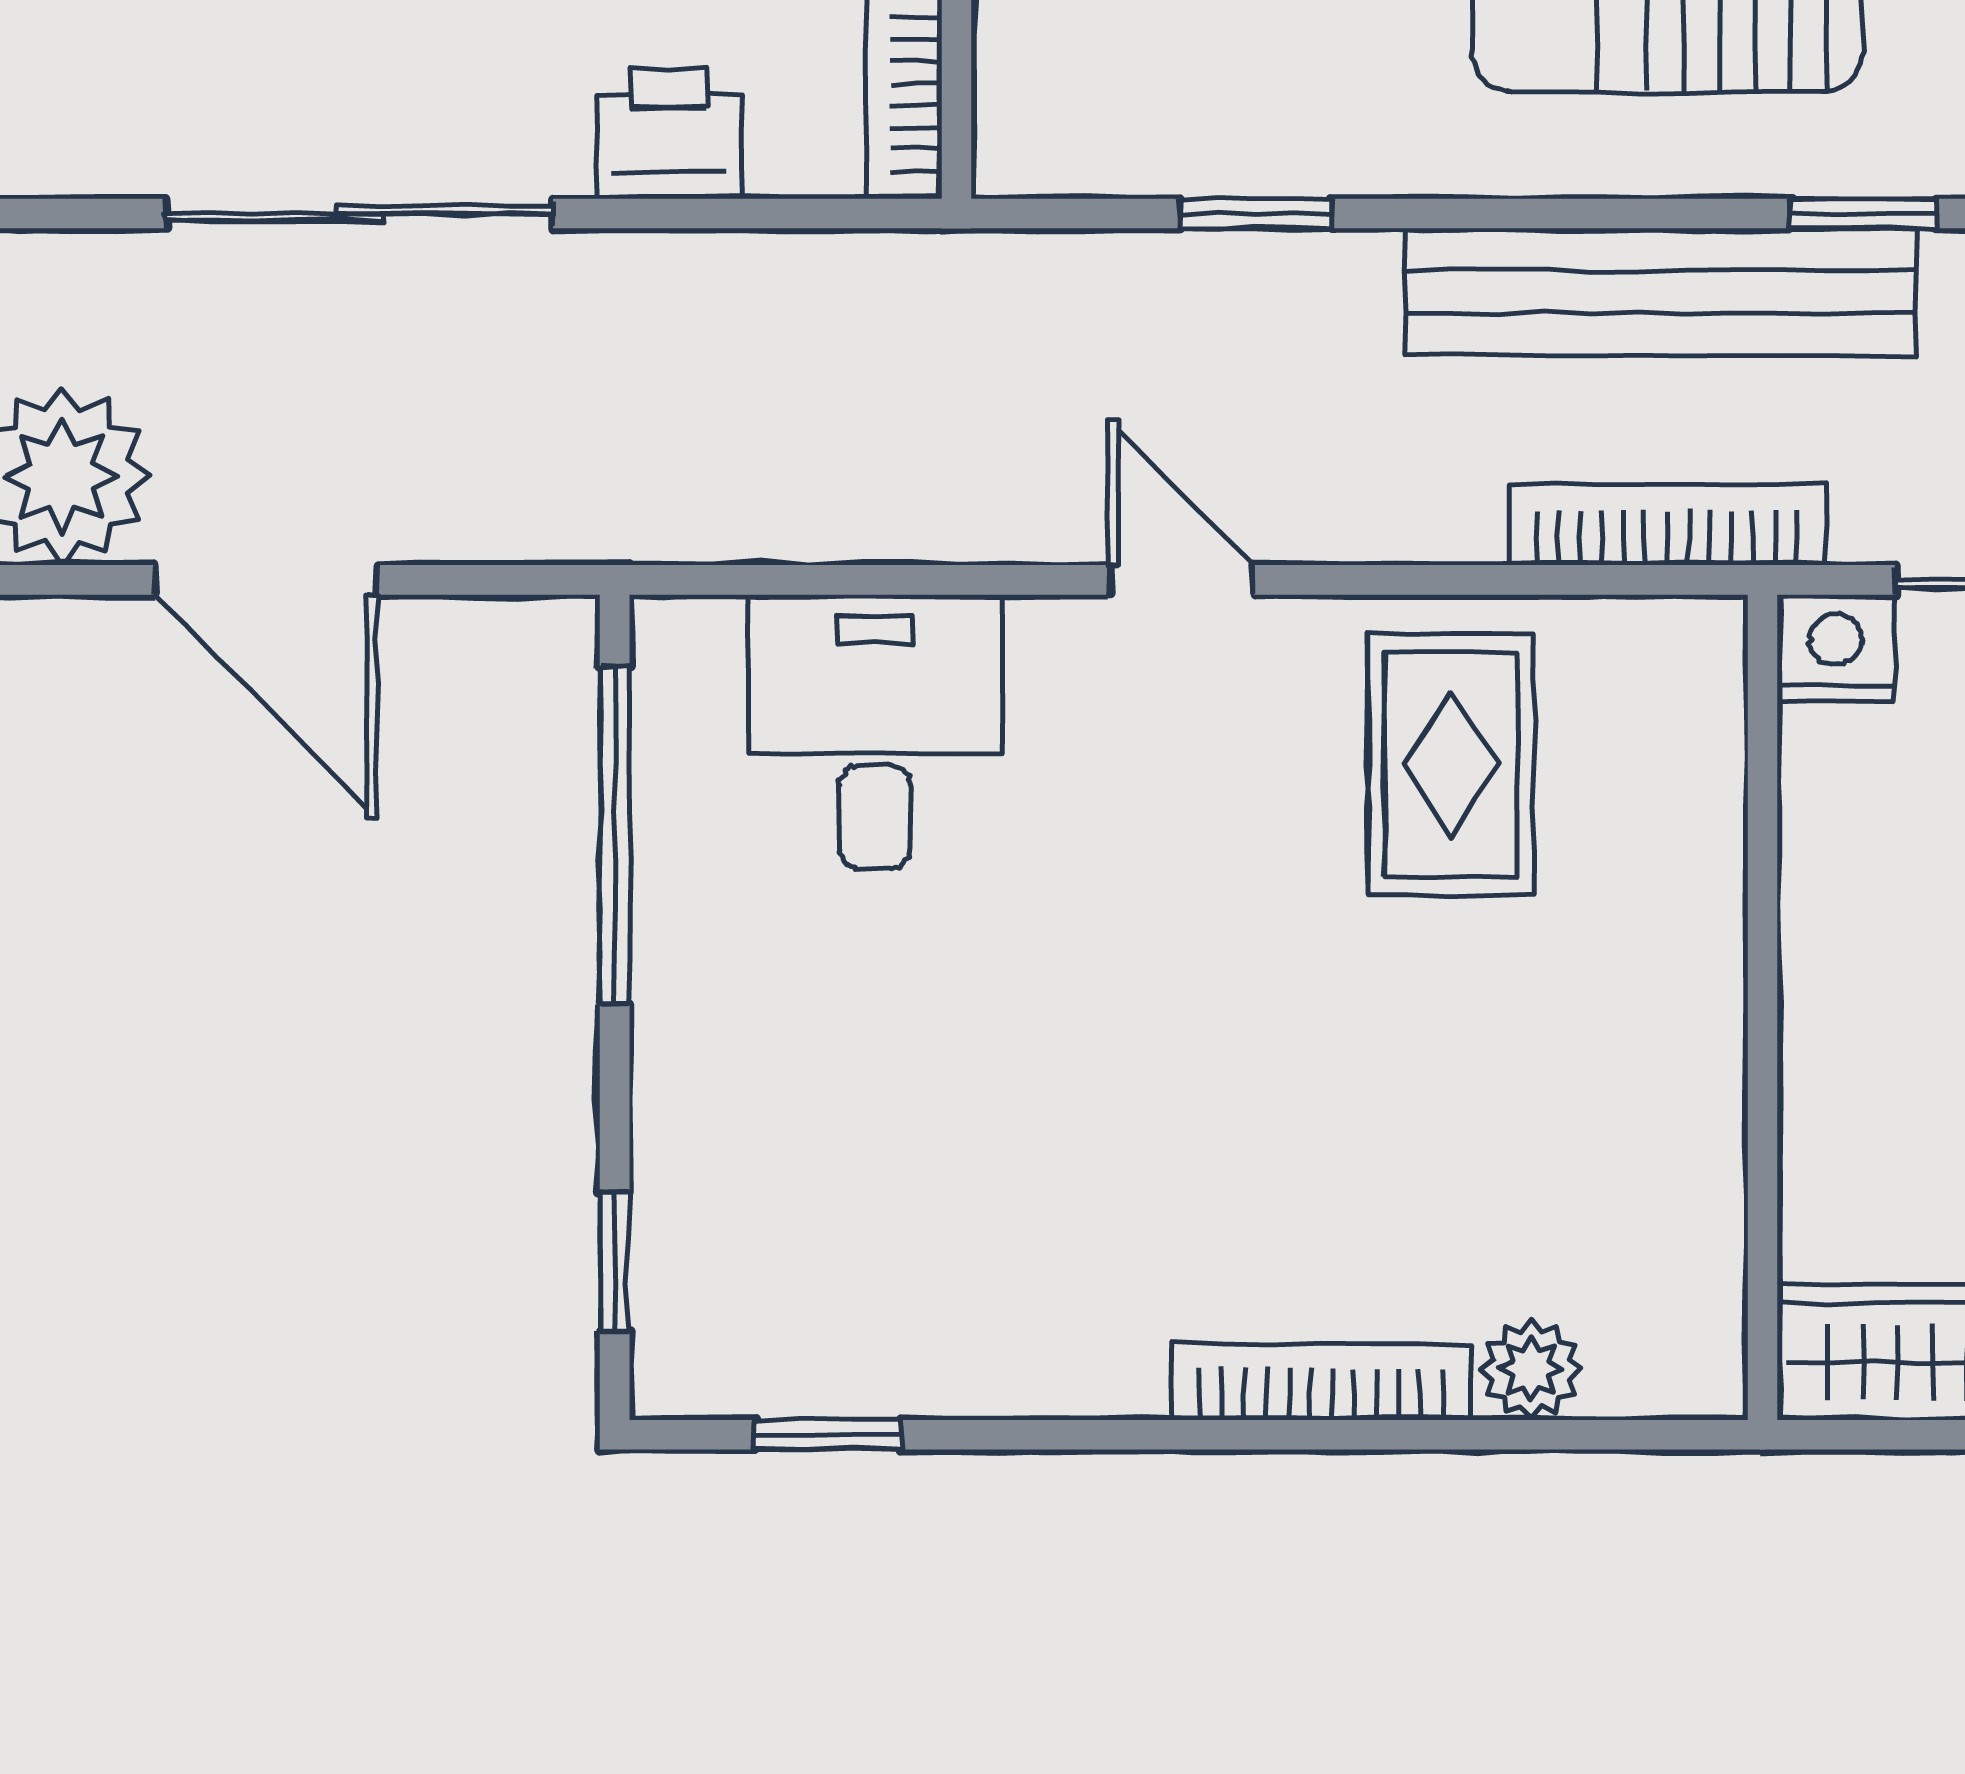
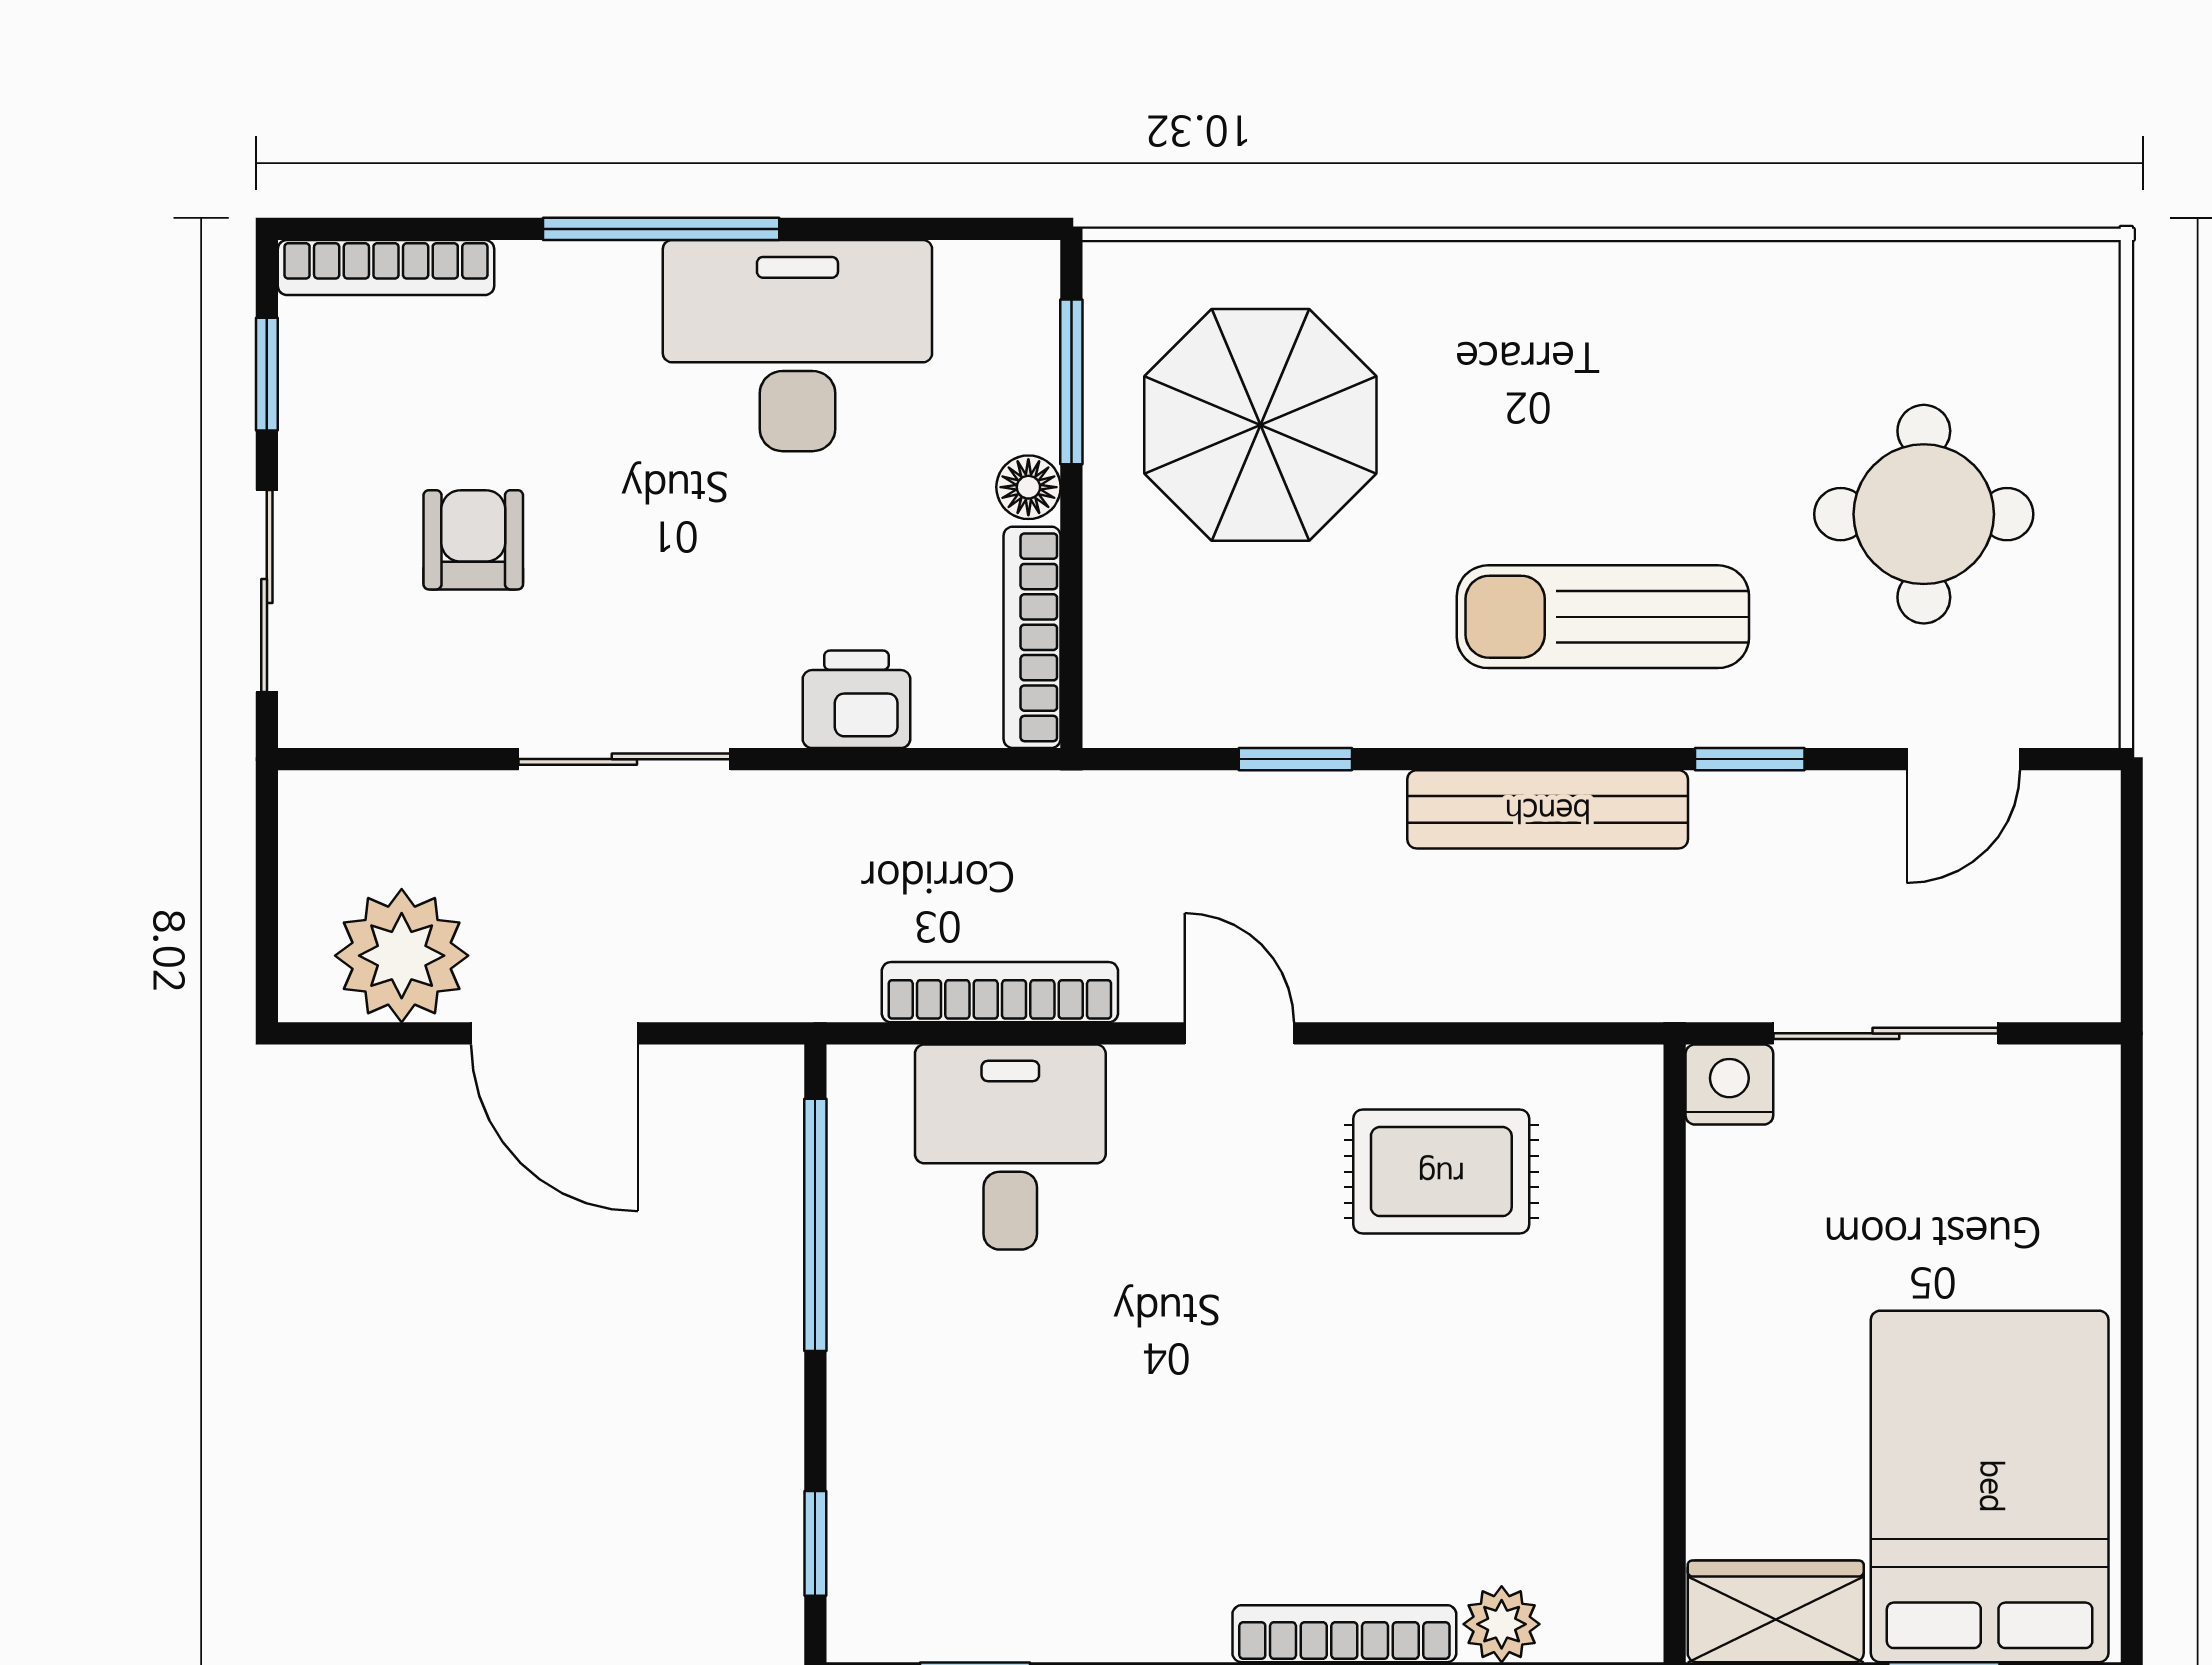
sliding door: (359, 214) -> (624, 759), width x0.73
bench: (1661, 292) -> (1548, 809), width x0.73, depth x0.82
bookcase: (1667, 525) -> (1000, 992), moved
rug: (1451, 764) -> (1441, 1172), turned 90

